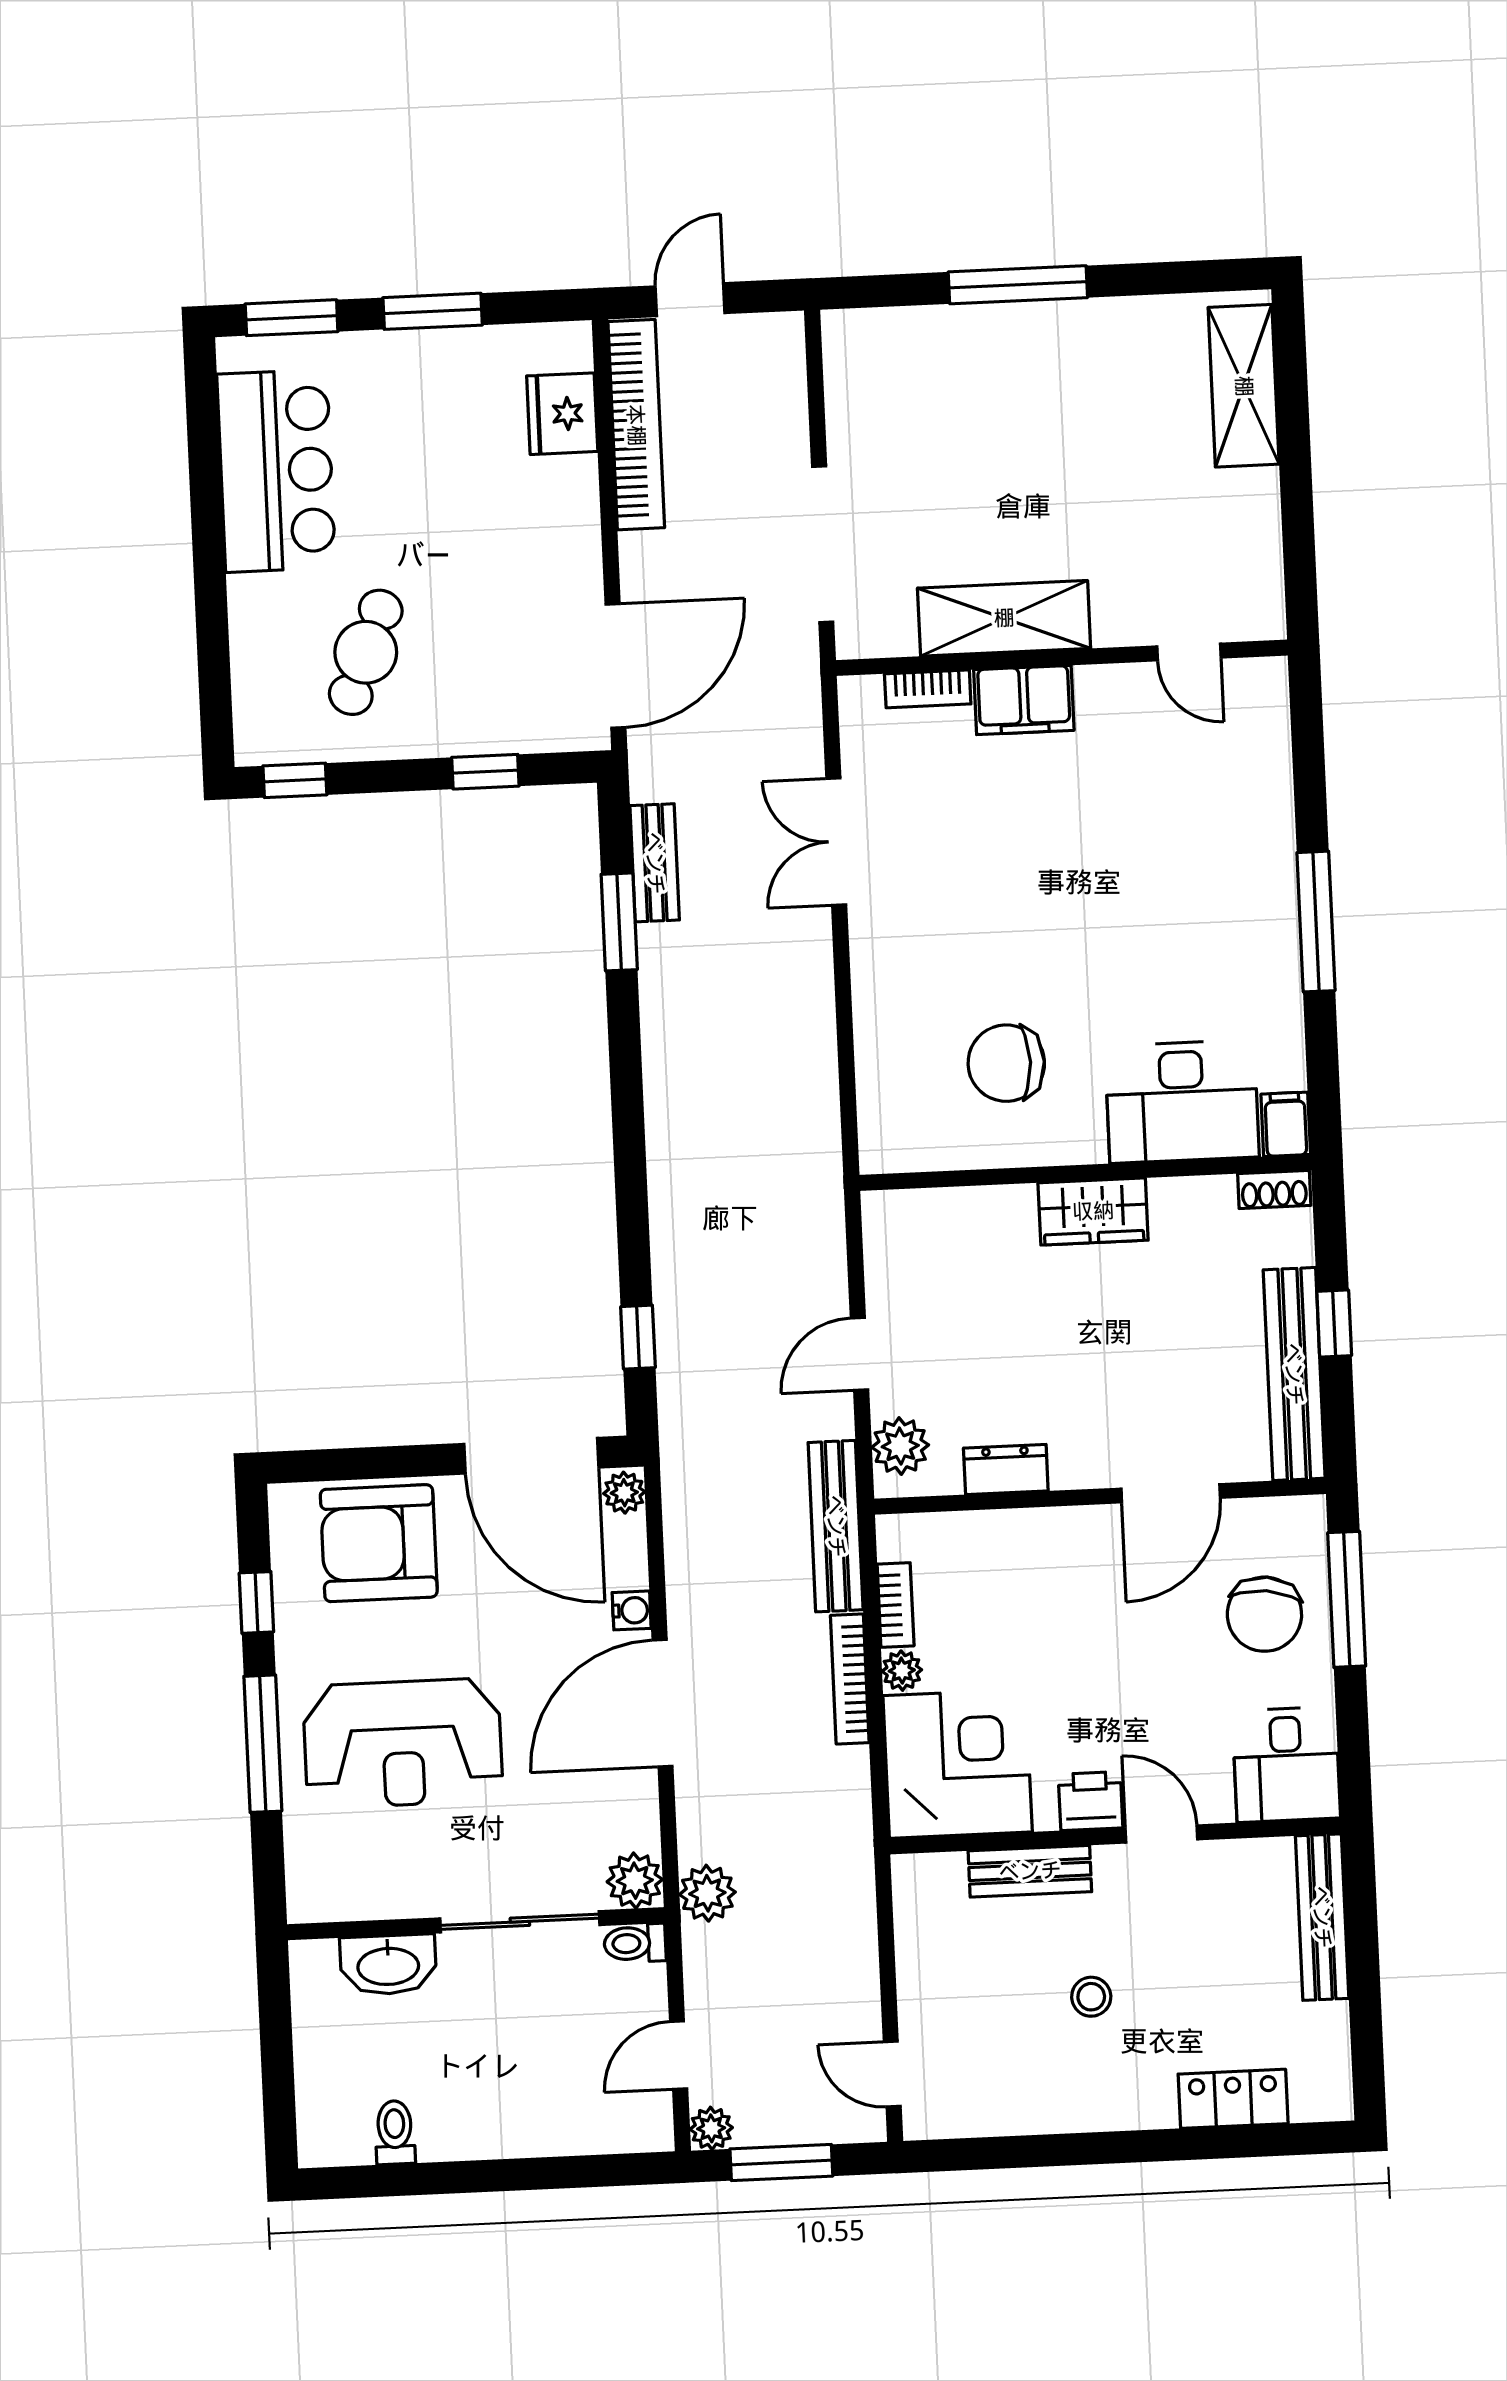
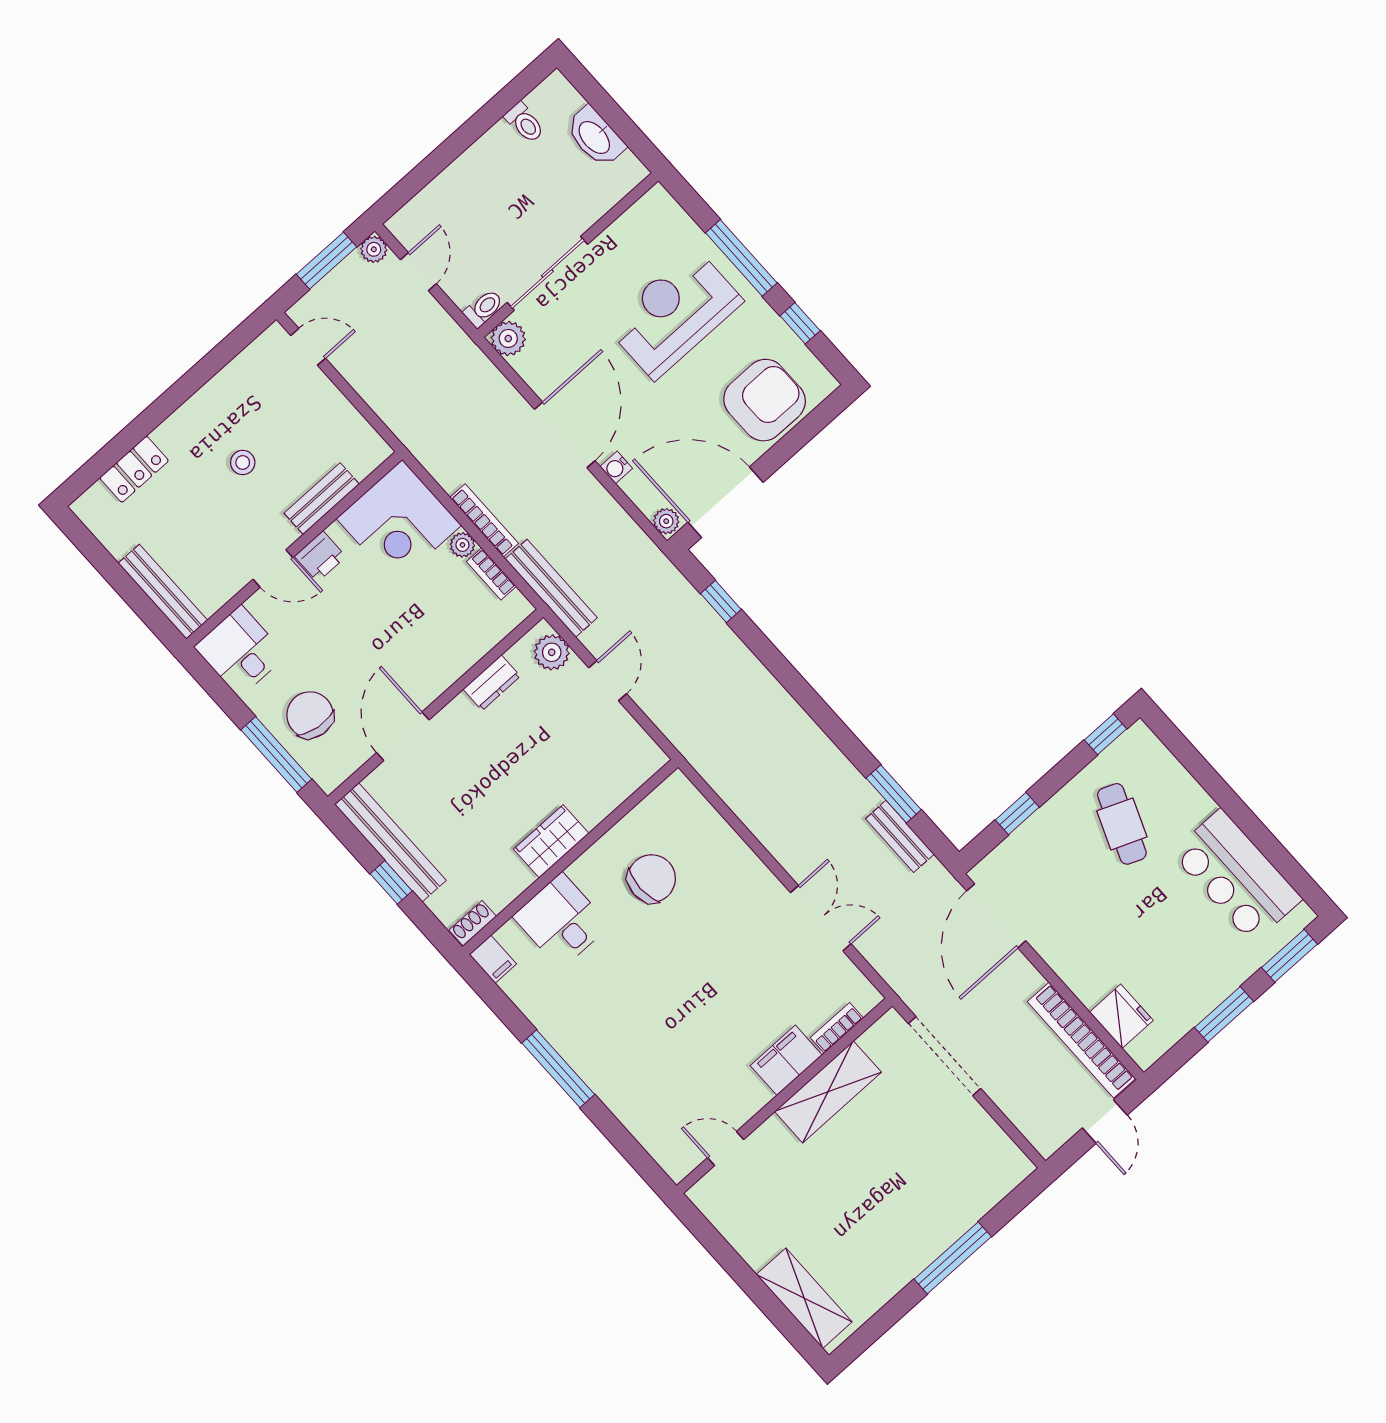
desk: (1182, 1101) -> (561, 921), width x0.73
plant: (707, 1893) -> (468, 361), removed
washbasin: (388, 1965) -> (595, 137), moved, turned -90

